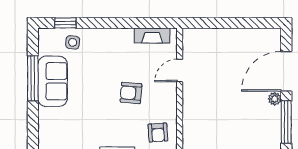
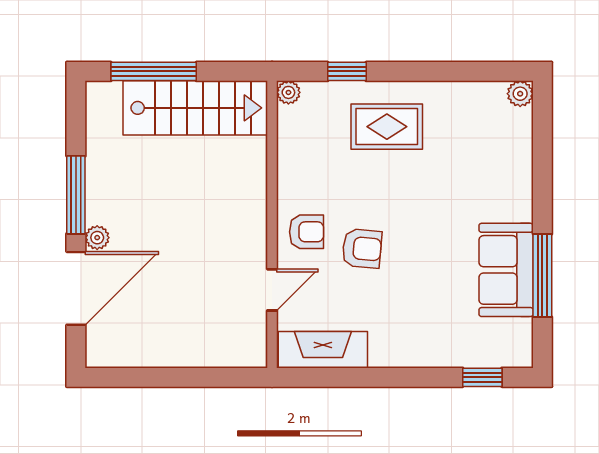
fireplace: (152, 36) -> (323, 350), width x1.37, depth x1.32
side table: (73, 42) -> (469, 342), removed
armchair: (158, 133) -> (307, 232), moved, turned 94

